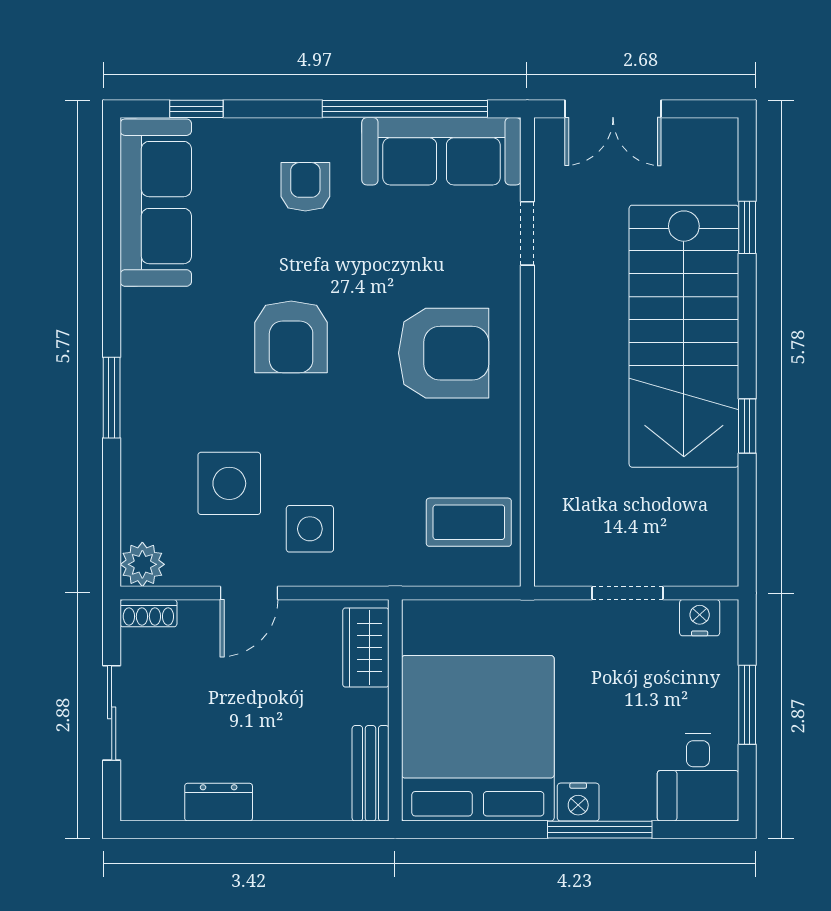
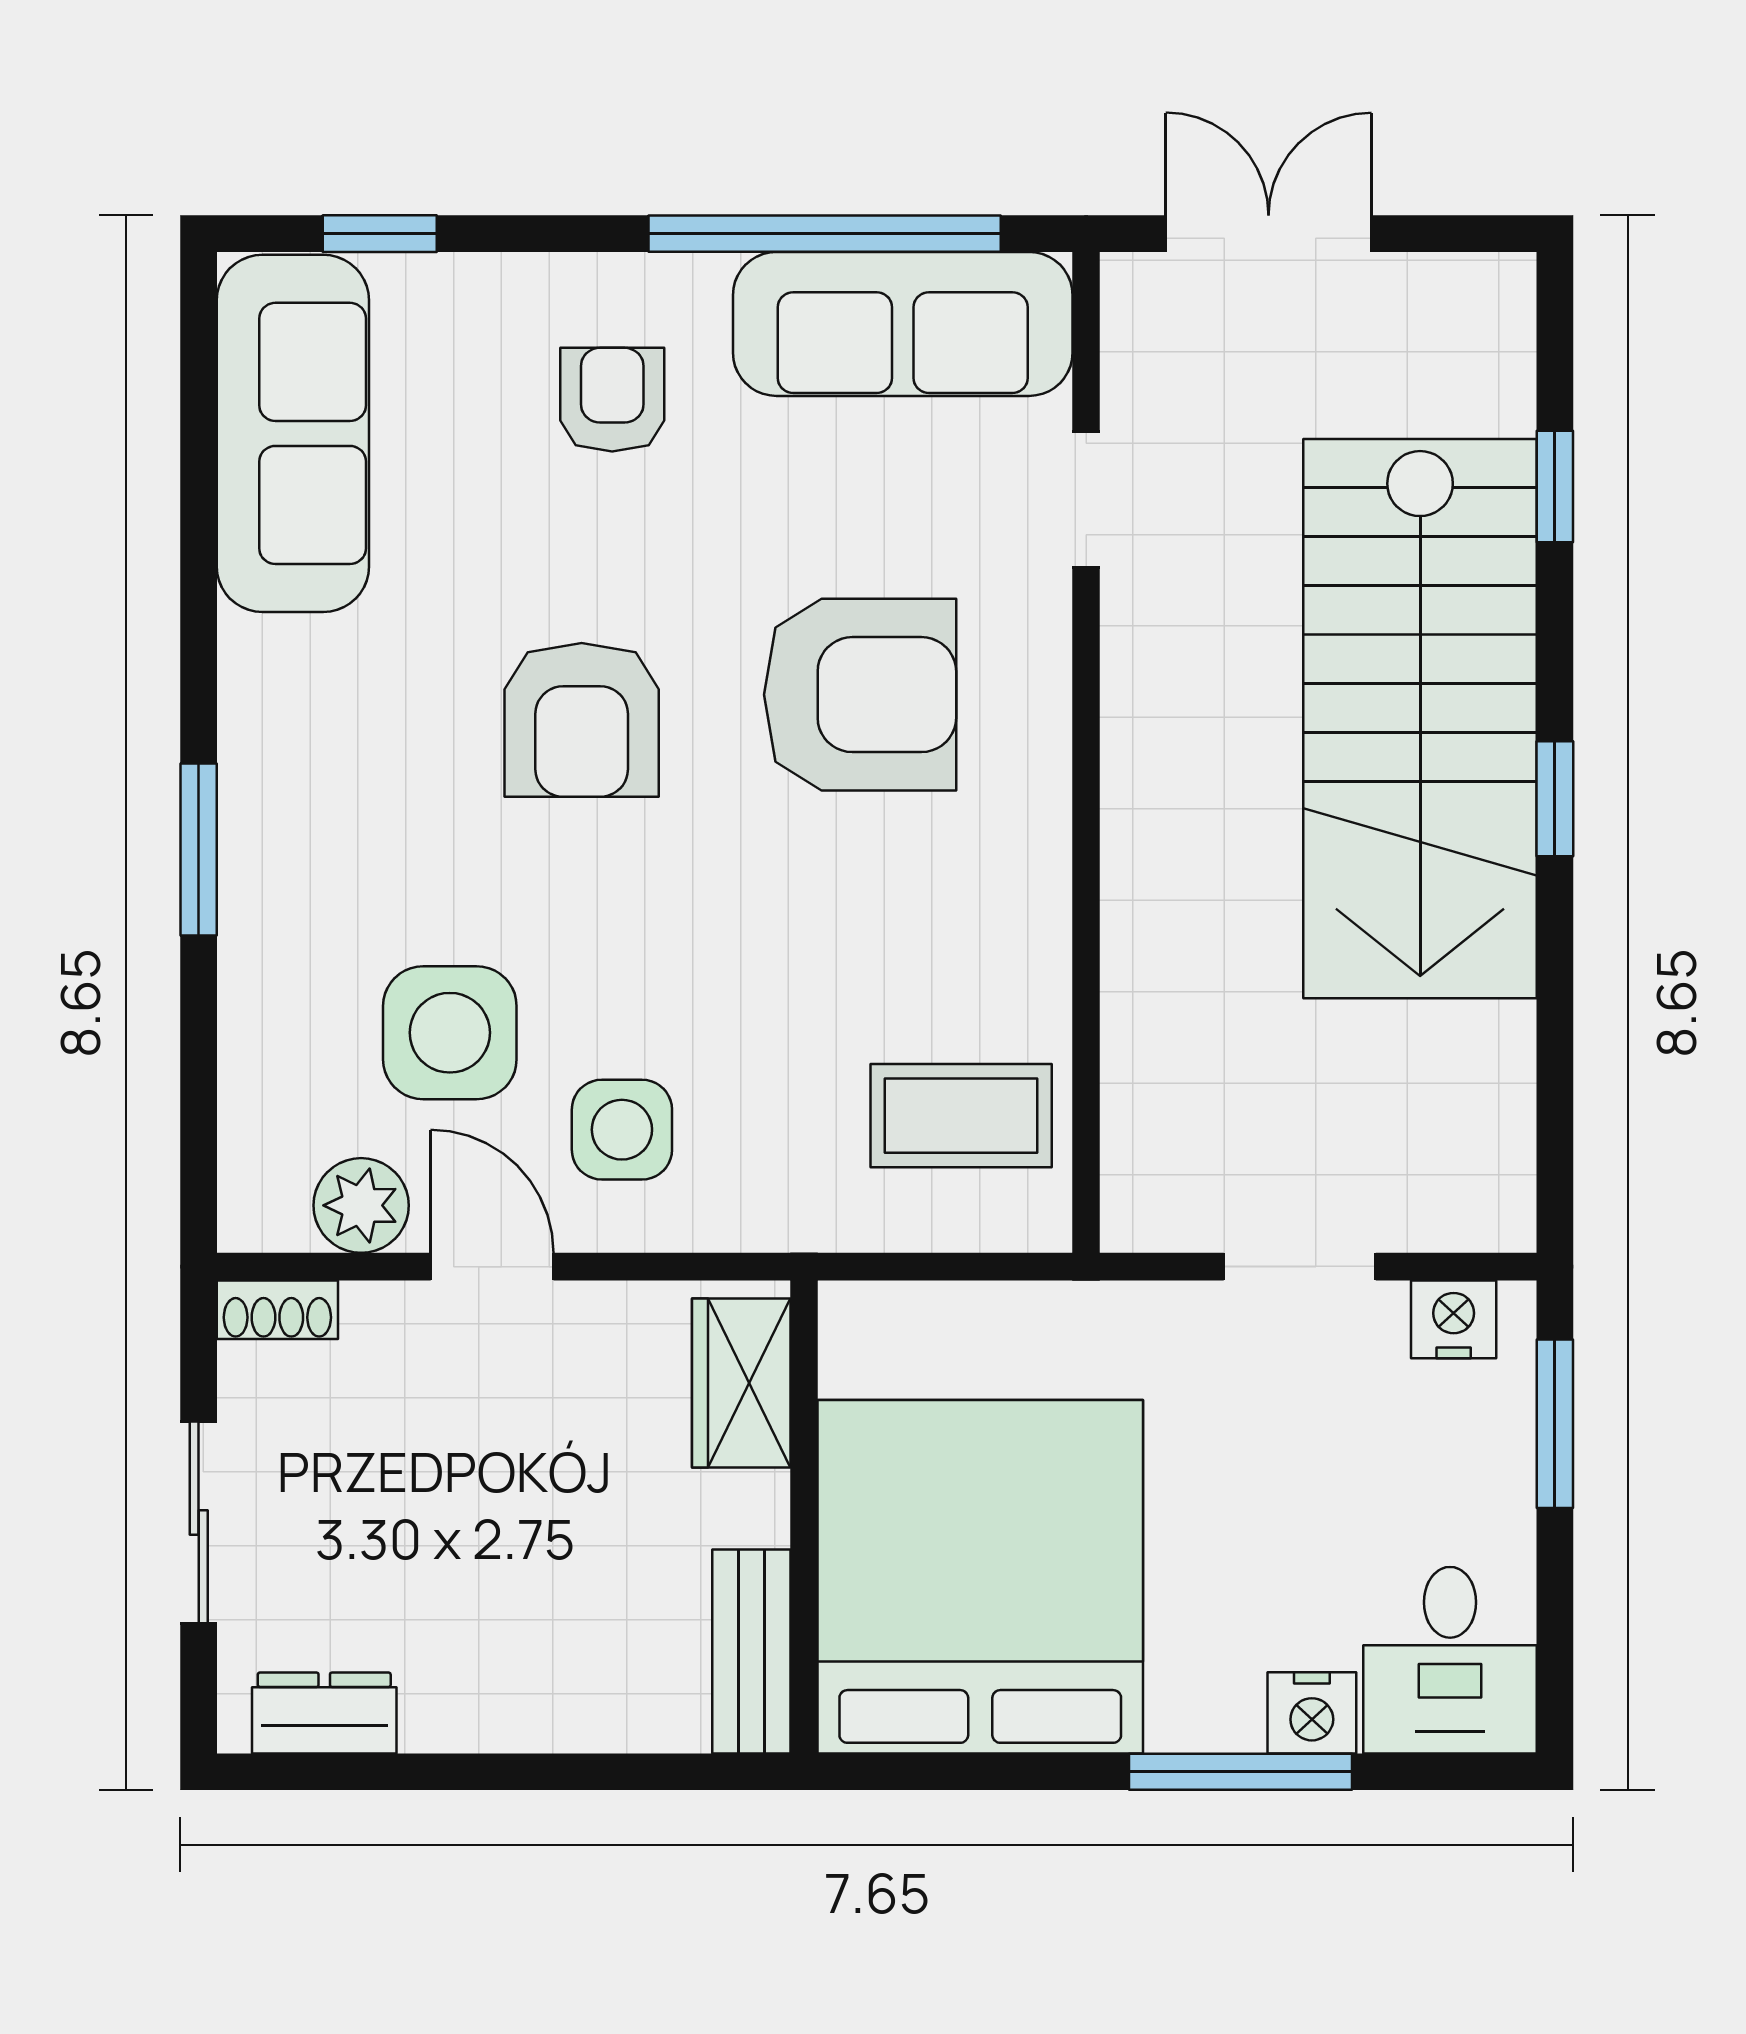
double door: (613, 109) -> (1269, 234), swing flipped
armchair: (444, 353) -> (860, 695), moved
window: (747, 426) -> (1555, 799), moved
plant: (142, 564) -> (361, 1205), moved
door: (249, 593) -> (492, 1267), swing flipped
window: (747, 705) -> (1555, 1424), moved
dresser: (219, 802) -> (324, 1713), moved
nightstand: (578, 802) -> (1312, 1713), moved

